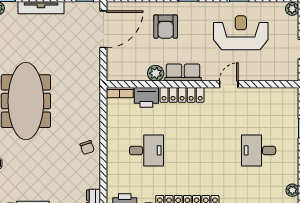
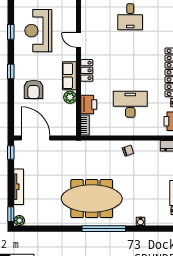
armchair: (166, 27) -> (34, 89), turned 90
locker: (182, 95) -> (87, 70), width x0.66
desk: (147, 150) -> (130, 104), width x1.37

